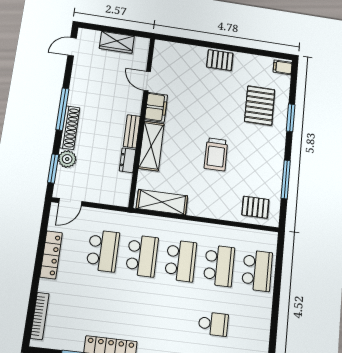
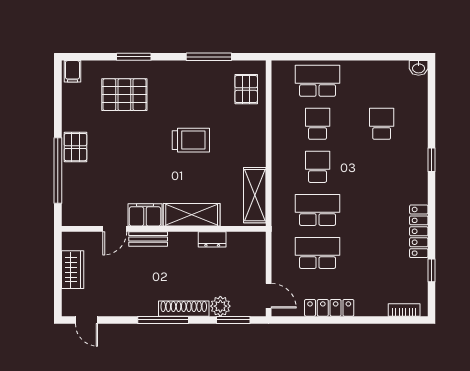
window: (202, 43) -> (58, 170), added
bench: (132, 131) -> (148, 239), moved
school desk: (181, 261) -> (318, 167), width x0.54
school desk: (219, 266) -> (318, 124), width x0.54
bookcase: (40, 316) -> (404, 310), width x0.64

